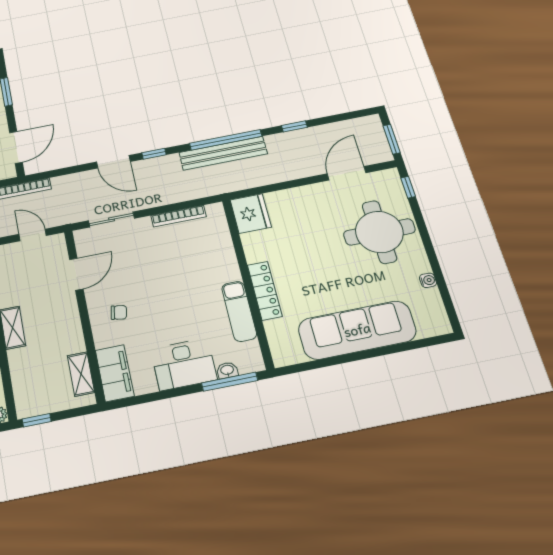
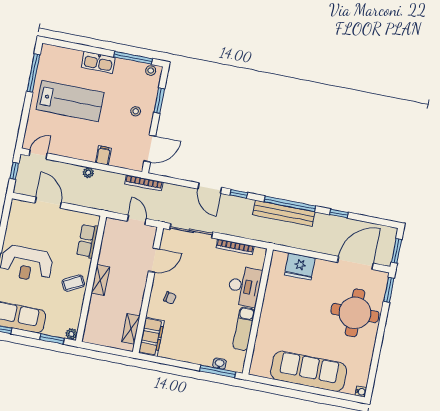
door: (347, 173) -> (355, 263), width x1.36
window: (408, 187) -> (389, 290), width x1.50
fridge: (251, 214) -> (300, 266), moved, turned 90
sliding door: (111, 219) -> (191, 231), width x1.37
water cooler: (428, 280) -> (361, 392), moved
locker: (265, 291) -> (266, 322), removed
desk: (184, 364) -> (244, 286), moved, turned -90
window: (37, 420) -> (93, 347), removed

